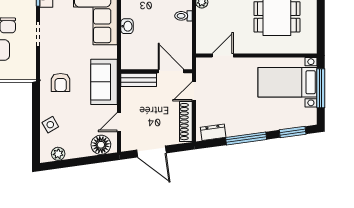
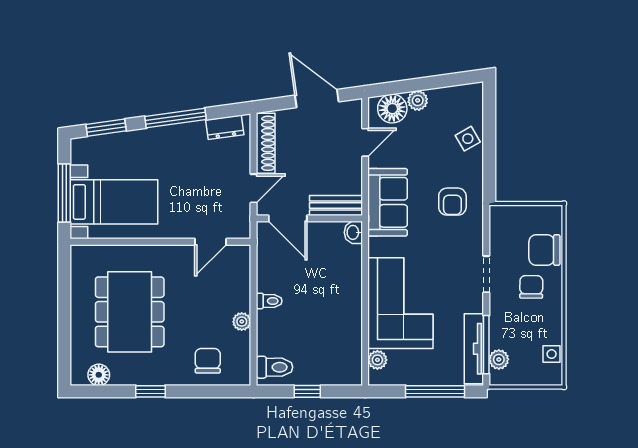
washbasin: (127, 26) -> (353, 232), moved
armchair: (61, 82) -> (452, 202), turned 180
plant: (58, 154) -> (418, 100), moved

